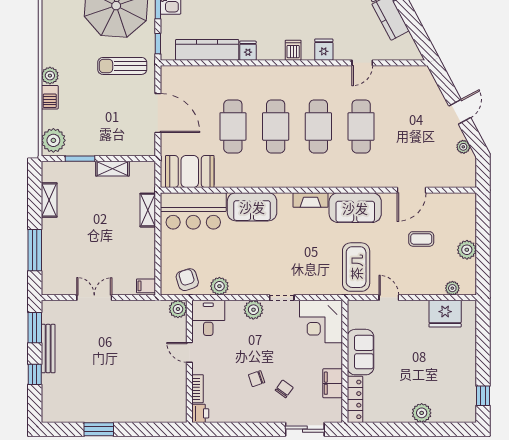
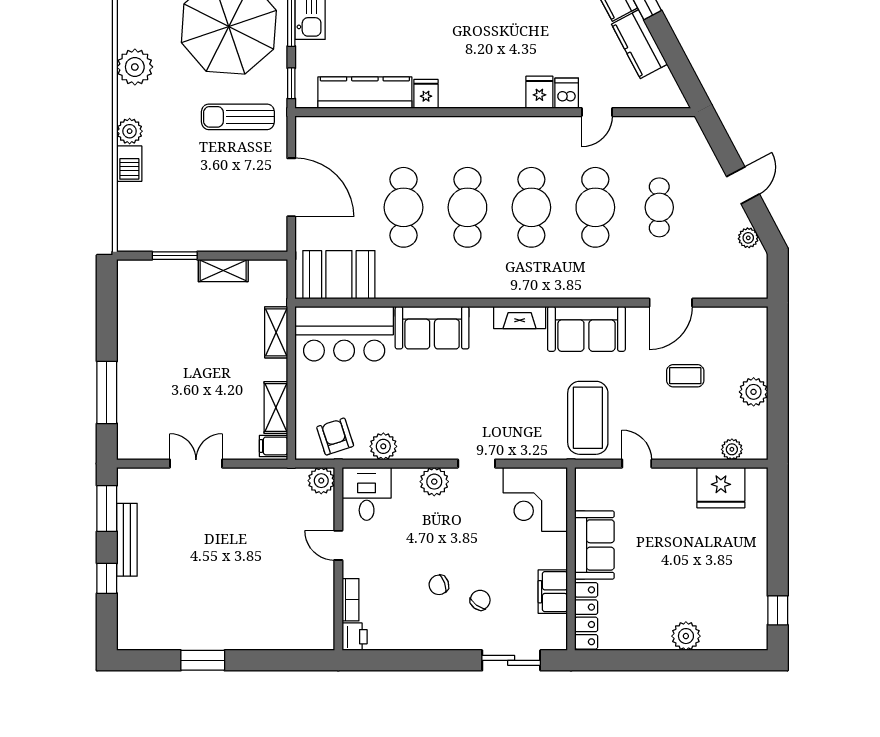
dishwasher: (293, 50) -> (567, 93), moved
cafe table: (404, 126) -> (659, 207), added
plant: (53, 140) -> (135, 67), moved
shelving: (49, 200) -> (276, 407), moved

